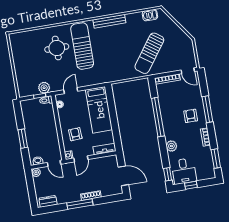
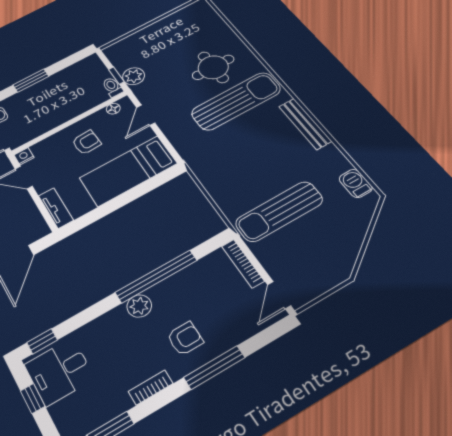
sun lounger: (149, 53) -> (279, 211), turned -36
door: (71, 91) -> (146, 115), swing flipped
armchair: (75, 134) -> (86, 142), moved
plant: (171, 146) -> (139, 306), moved

